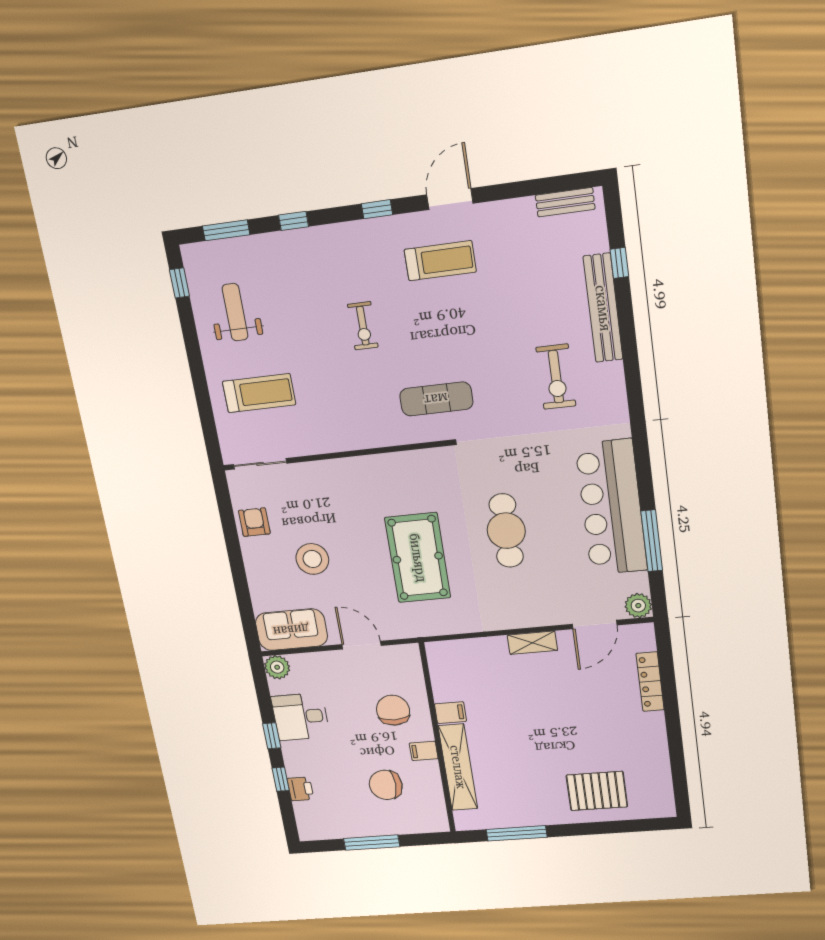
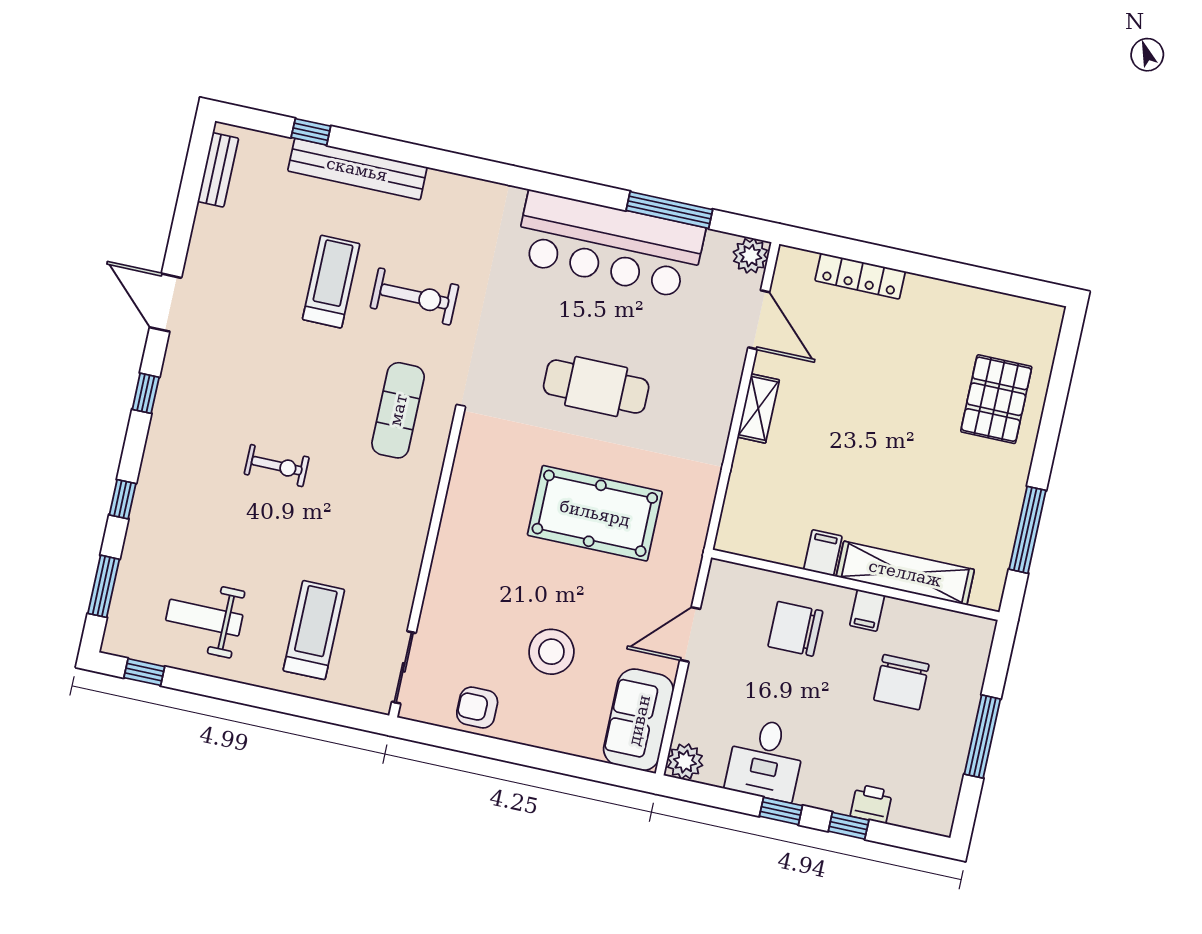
treadmill: (440, 261) -> (331, 282), moved
exercise bike: (556, 377) -> (414, 296), moved

